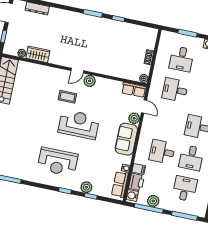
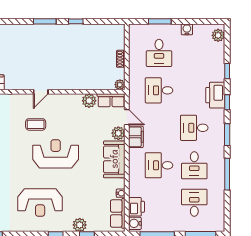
plant: (90, 81) -> (89, 101), moved
filing cabinet: (139, 169) -> (136, 137), moved, width x2.00
plant: (153, 201) -> (161, 225), removed

